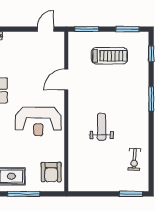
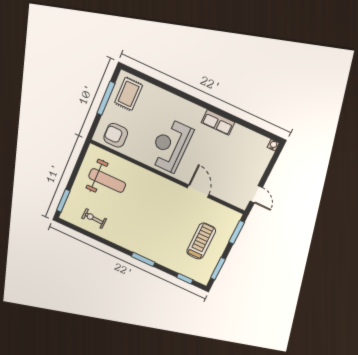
treadmill: (109, 56) -> (201, 241), turned 180
weight bench: (102, 127) -> (107, 180), moved, width x1.36, depth x1.33

